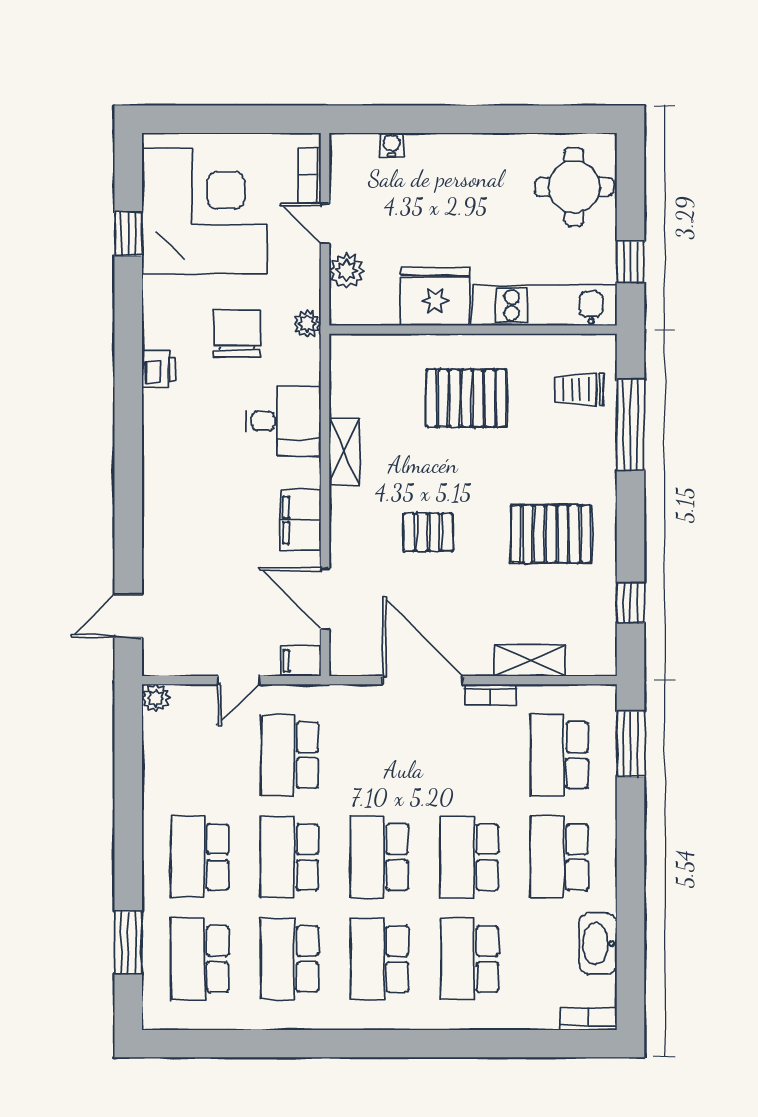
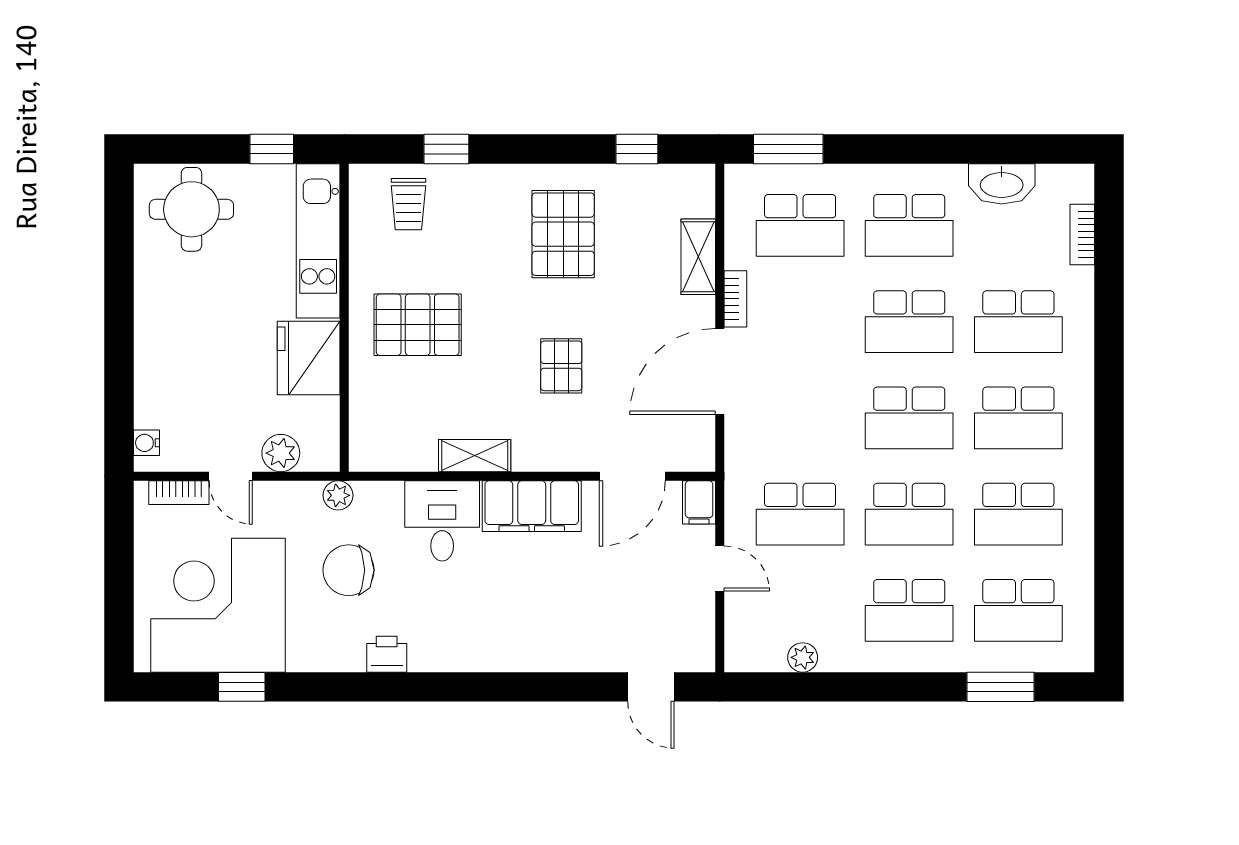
water cooler: (392, 145) -> (147, 443), moved
door: (325, 224) -> (231, 476), hinge flipped
pallet: (466, 398) -> (418, 325), turned 90
window: (631, 425) -> (446, 149), width x0.46
filing cabinet: (300, 520) -> (532, 506), width x1.50, depth x1.17
plant: (156, 698) -> (803, 657), moved
bookcase: (589, 1019) -> (1082, 234), moved

